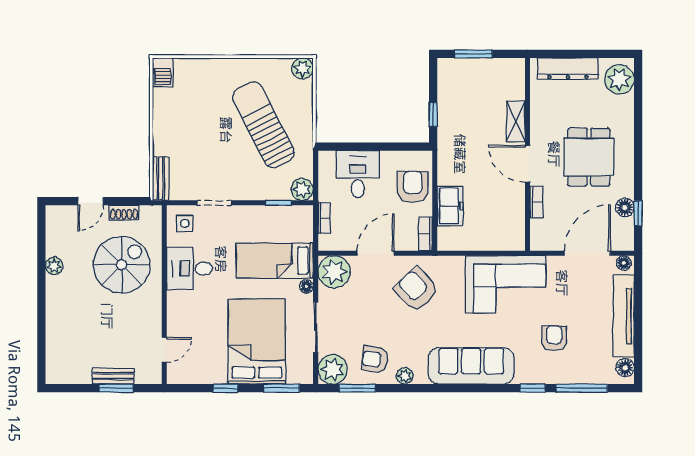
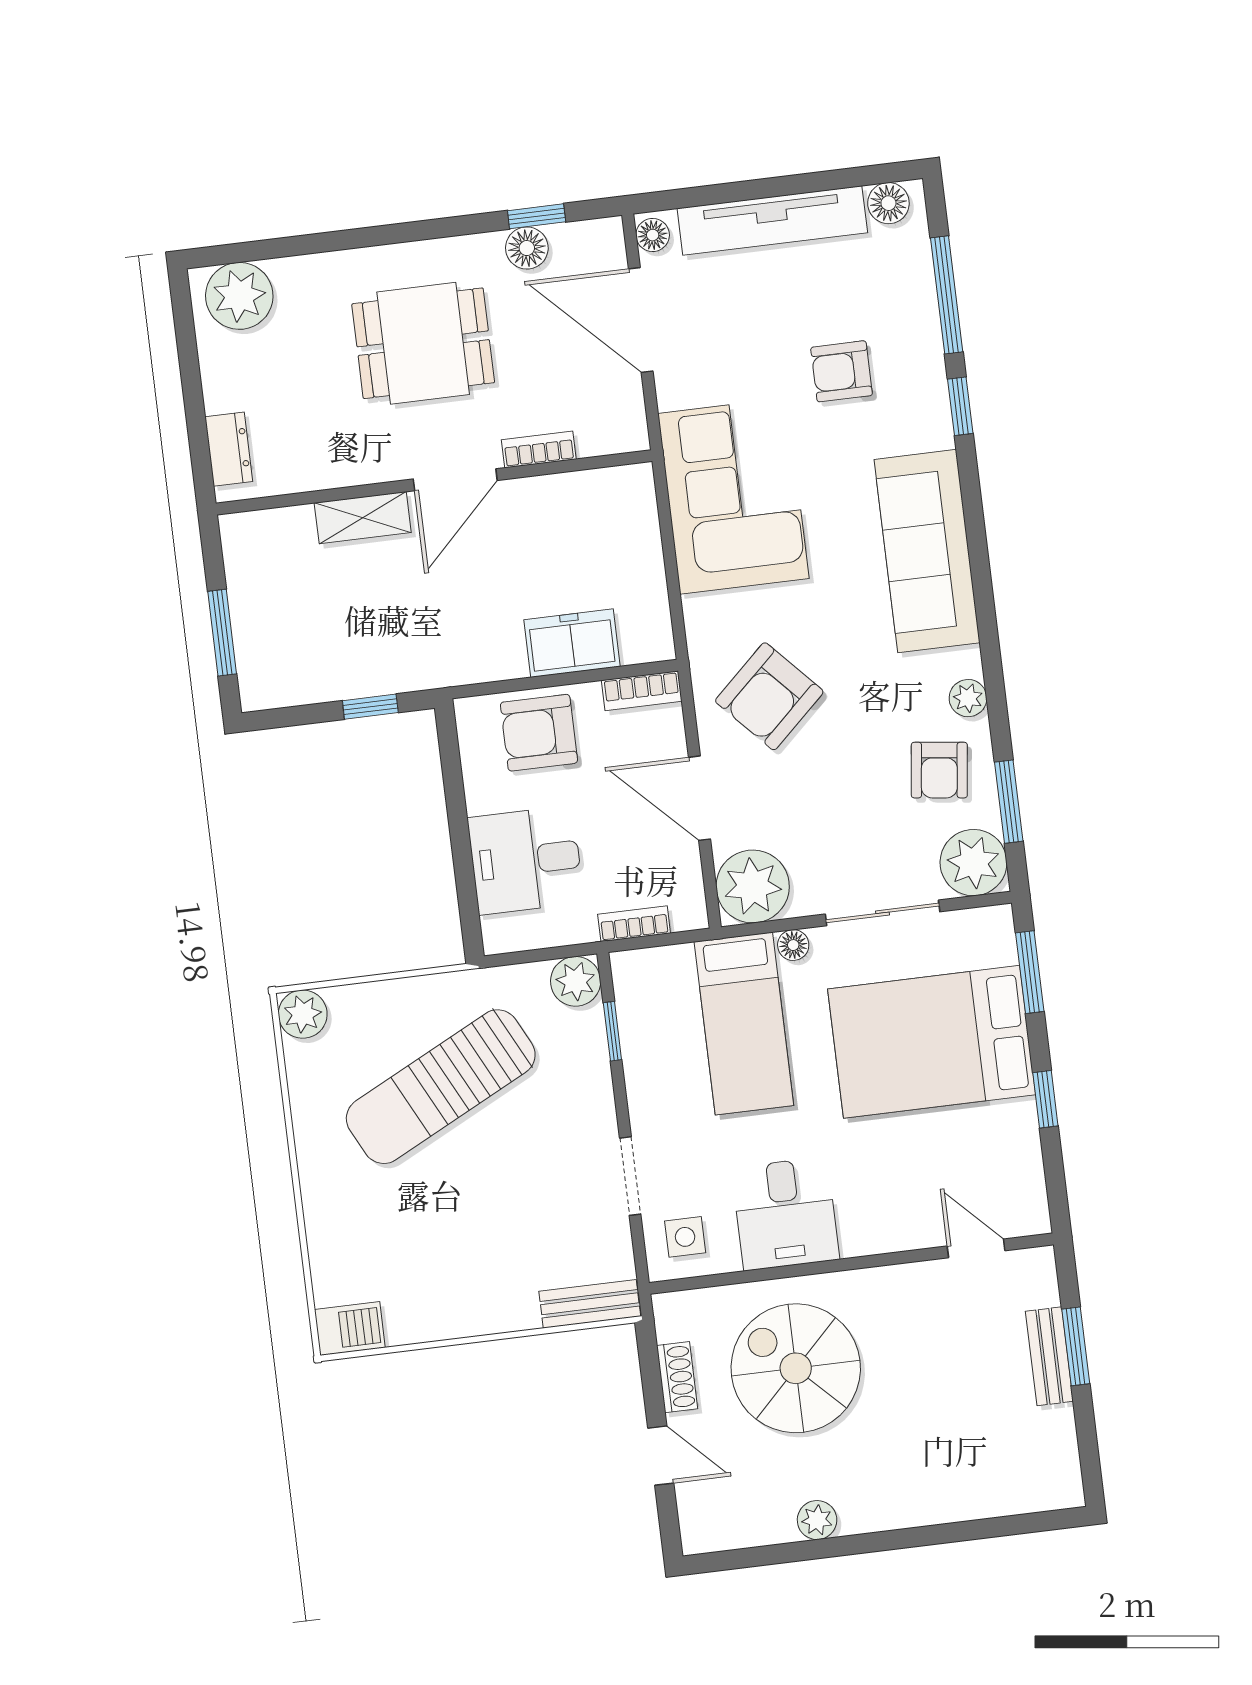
dresser: (568, 69) -> (229, 449), width x0.51, depth x0.80

